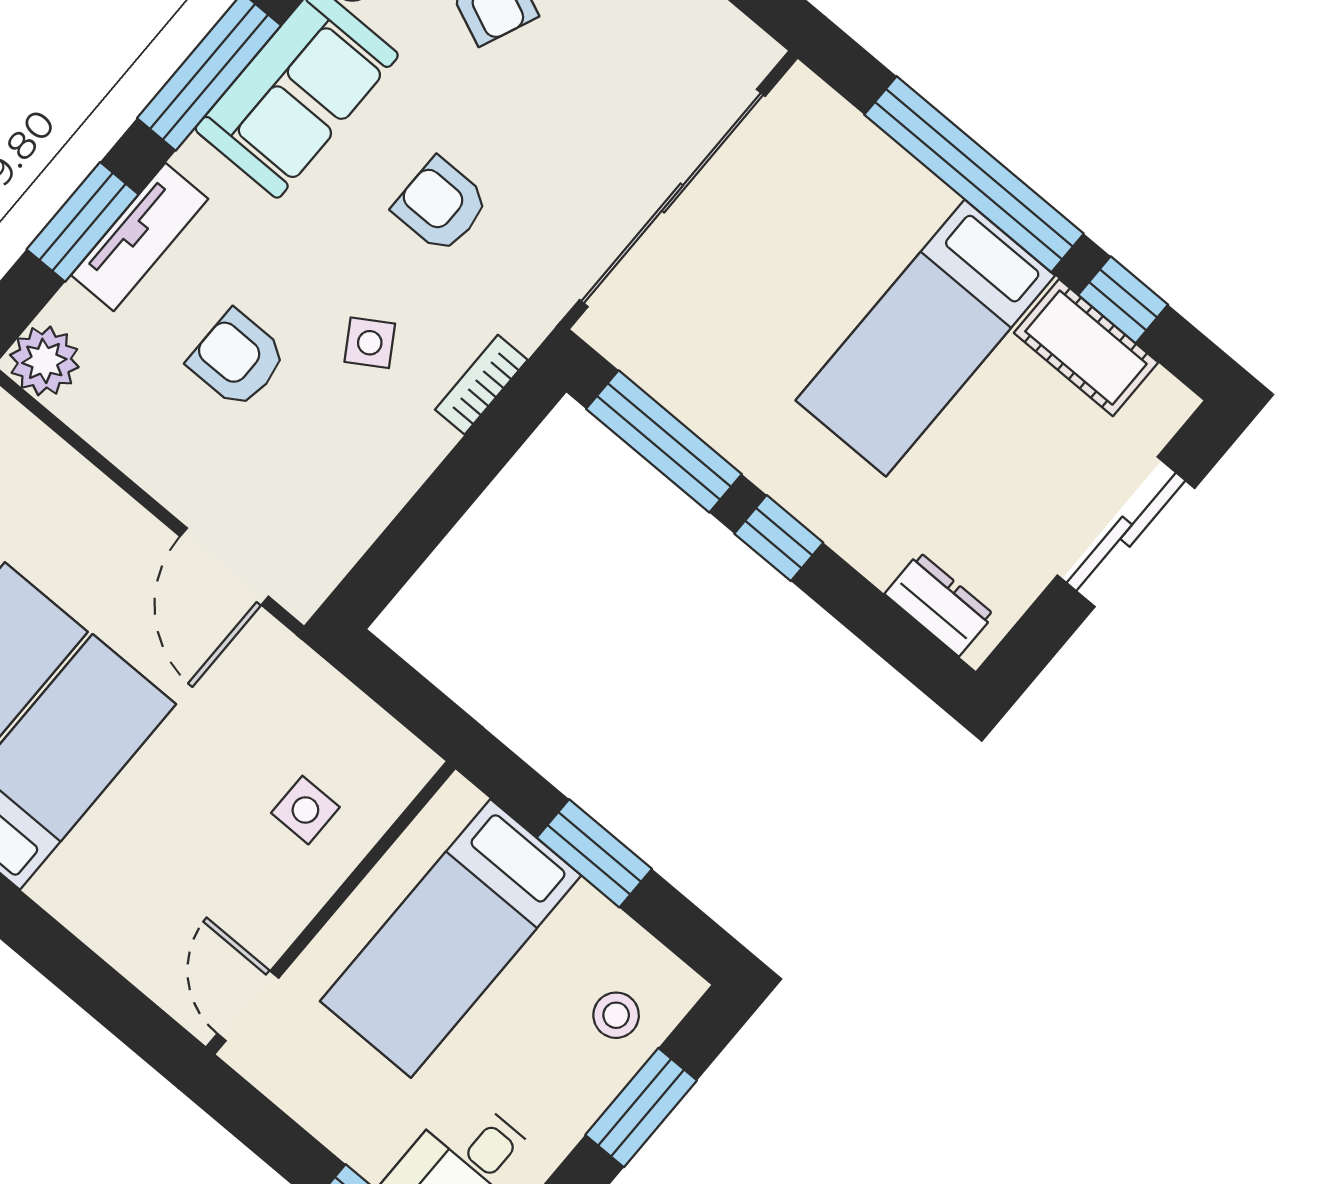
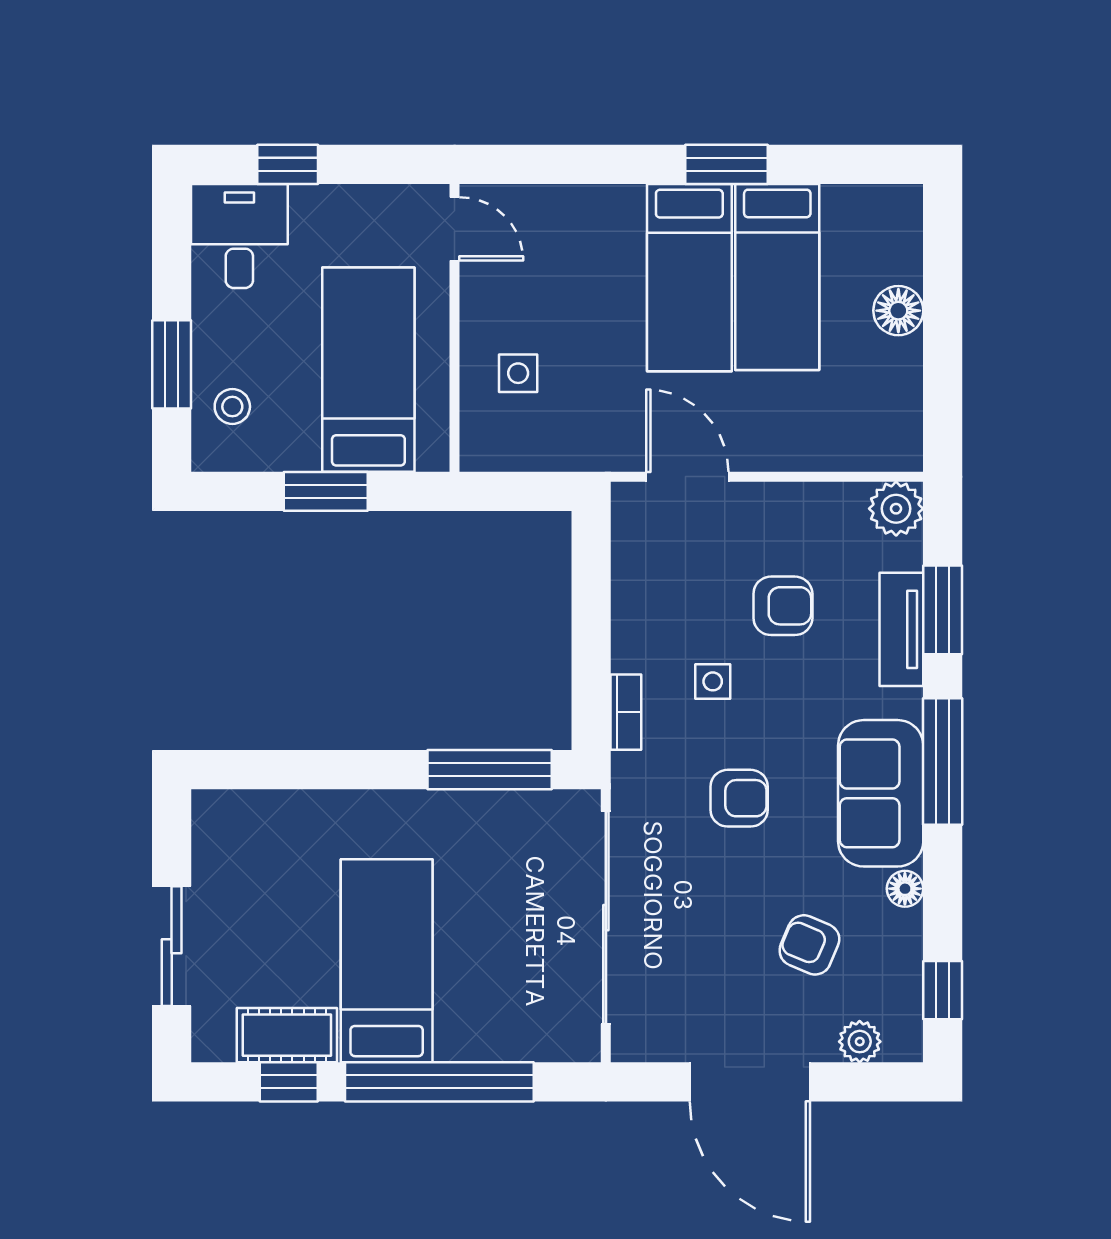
side table: (370, 343) -> (713, 681), turned 32
window: (779, 538) -> (374, 770), removed
dresser: (939, 604) -> (246, 810), removed

